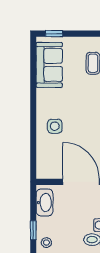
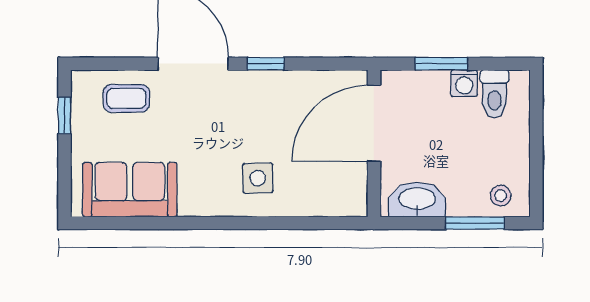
window: (54, 34) -> (64, 115), moved
window: (33, 230) -> (475, 223), width x1.50

